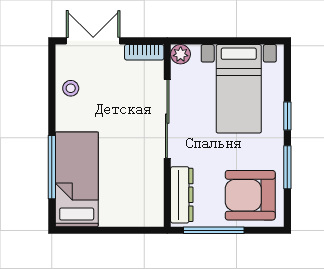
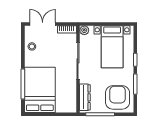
bed: (77, 179) -> (40, 90), width x1.50
armchair: (250, 195) -> (118, 97), turned 90

